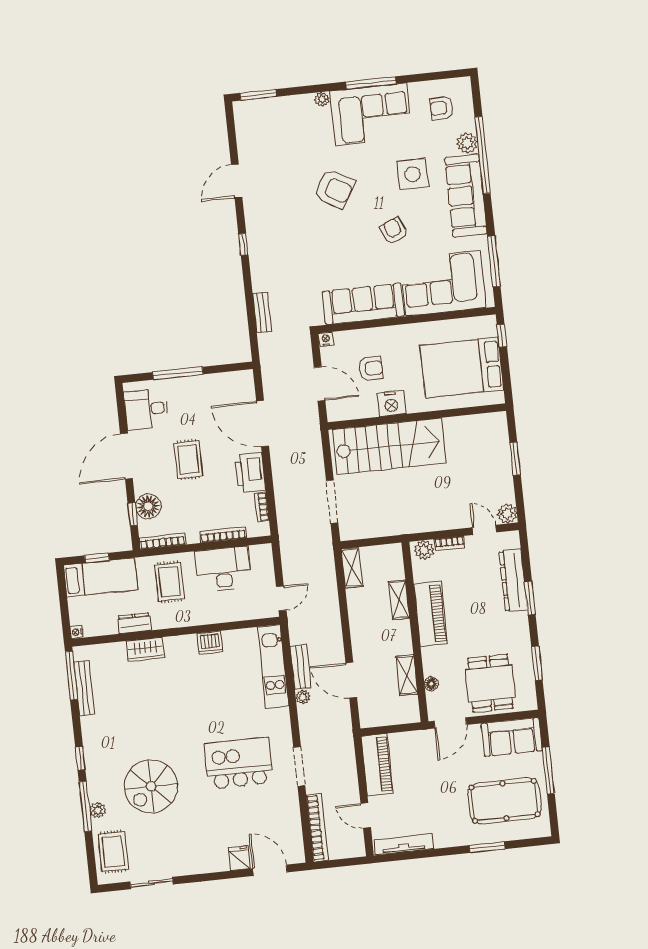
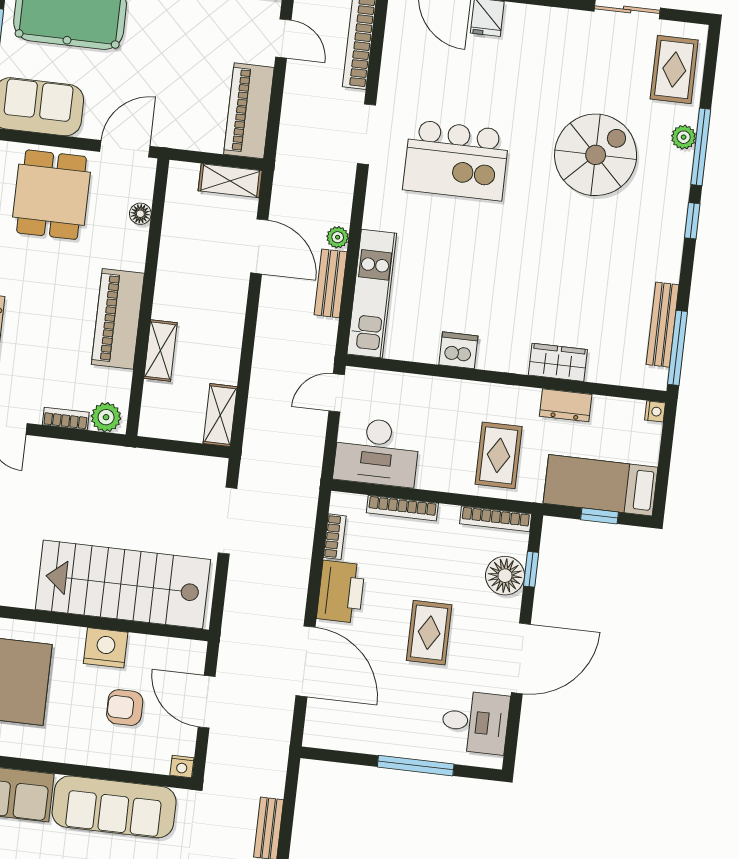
desk: (223, 569) -> (377, 452), moved
shelving: (407, 675) -> (230, 181), moved, turned 90

